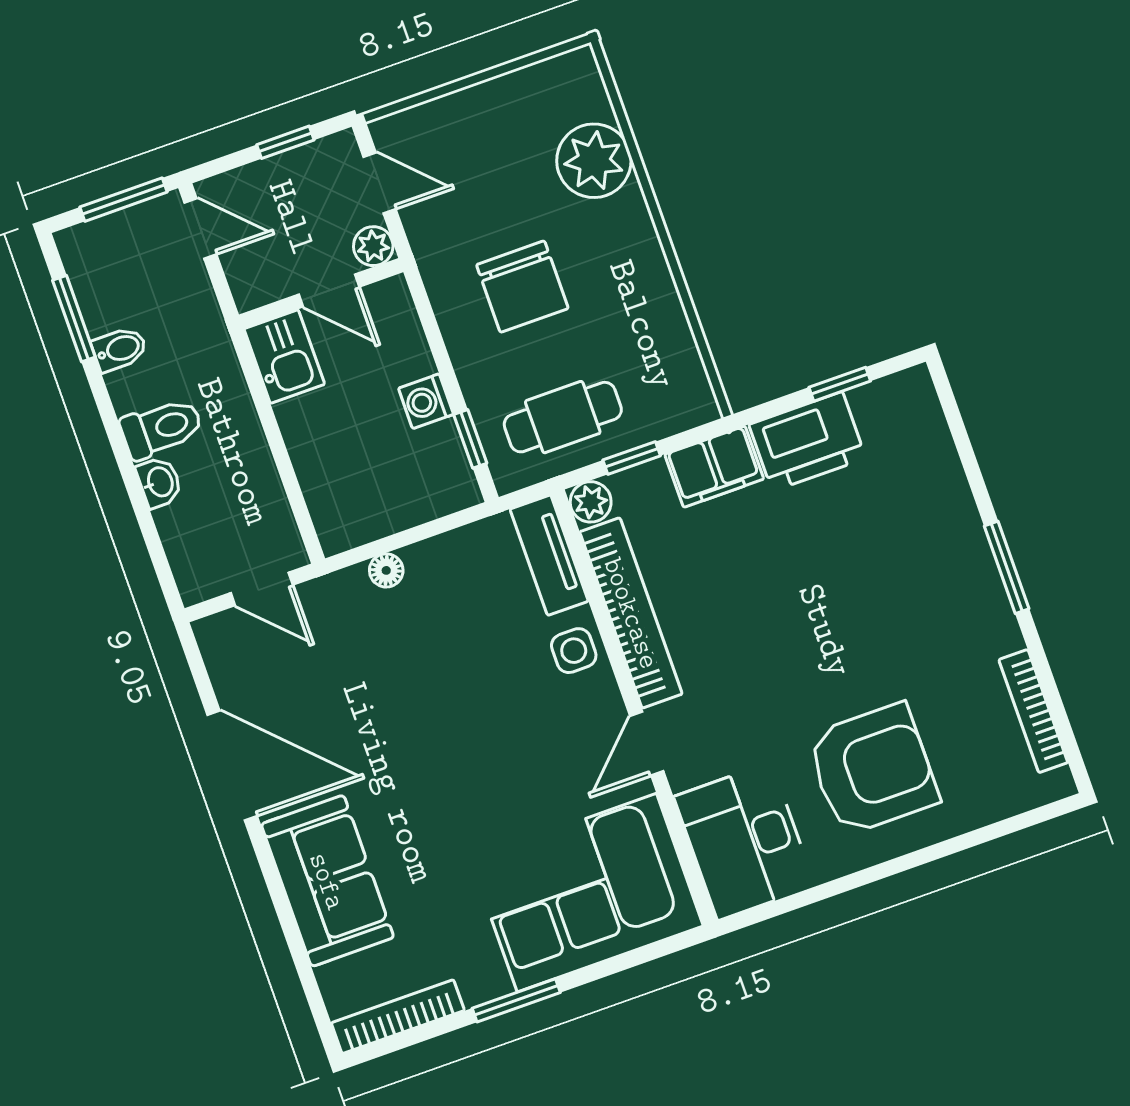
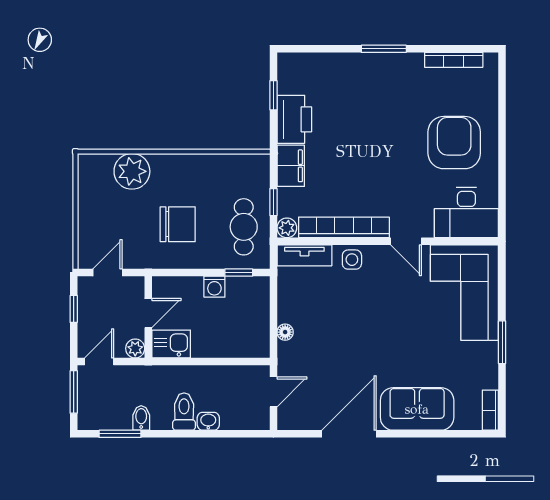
plant: (373, 246) -> (135, 348), moved
bookcase: (398, 1017) -> (490, 410), width x0.64

